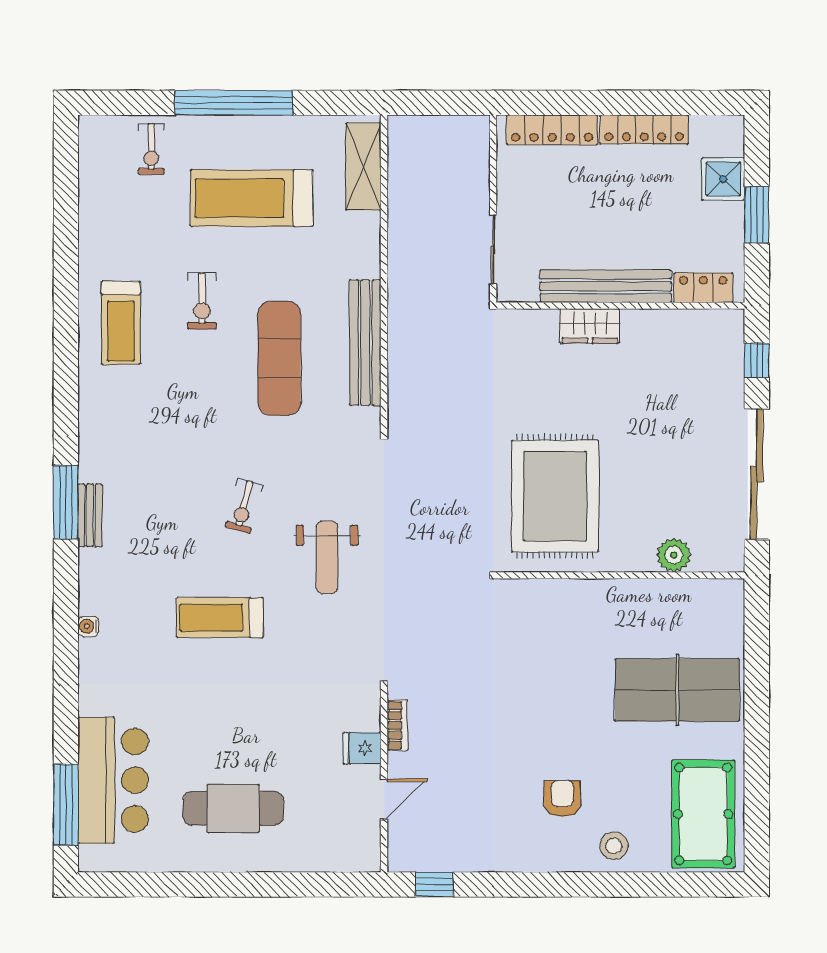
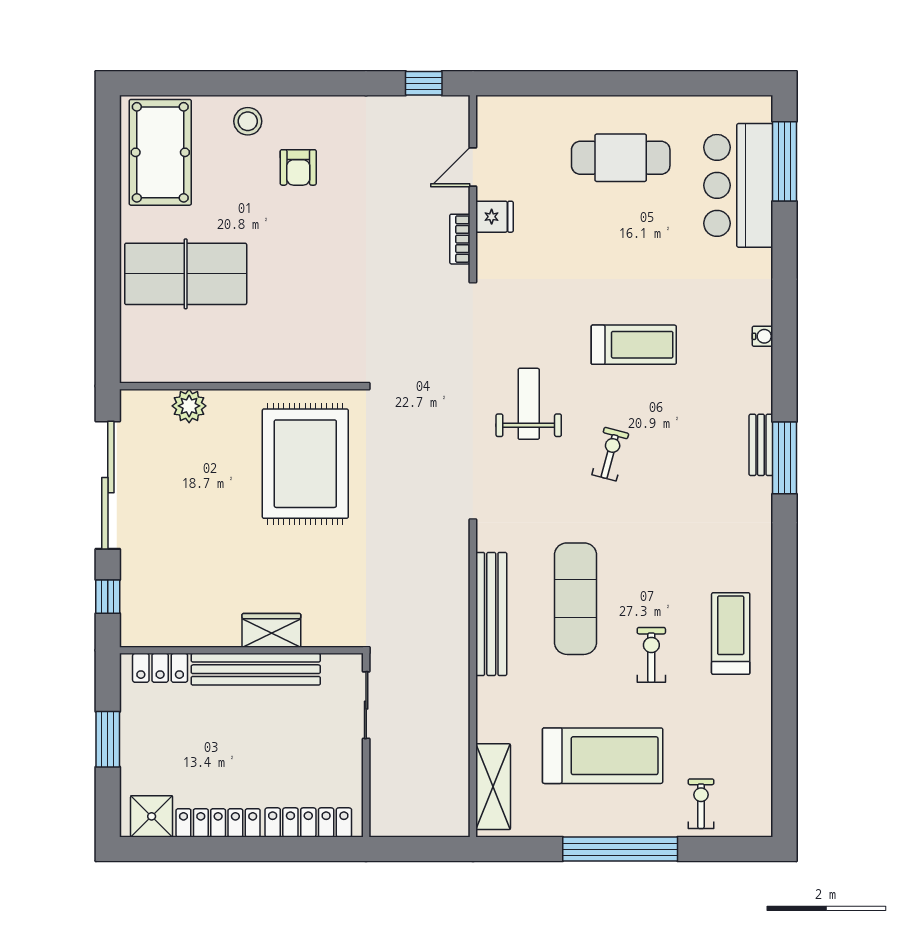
shower: (723, 179) -> (152, 816), moved

